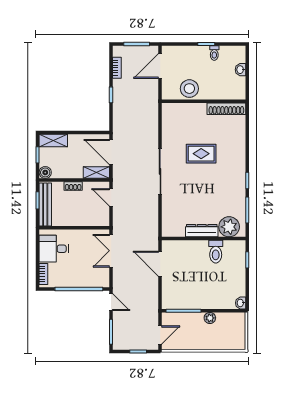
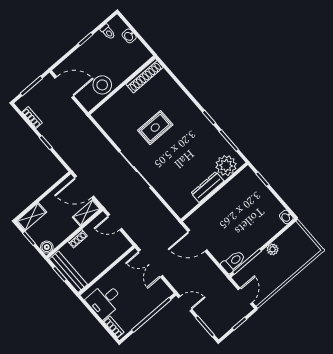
toilet: (214, 53) -> (108, 32), moved
door: (160, 66) -> (64, 87), swing flipped
toilet: (216, 252) -> (233, 262), moved, turned -90

